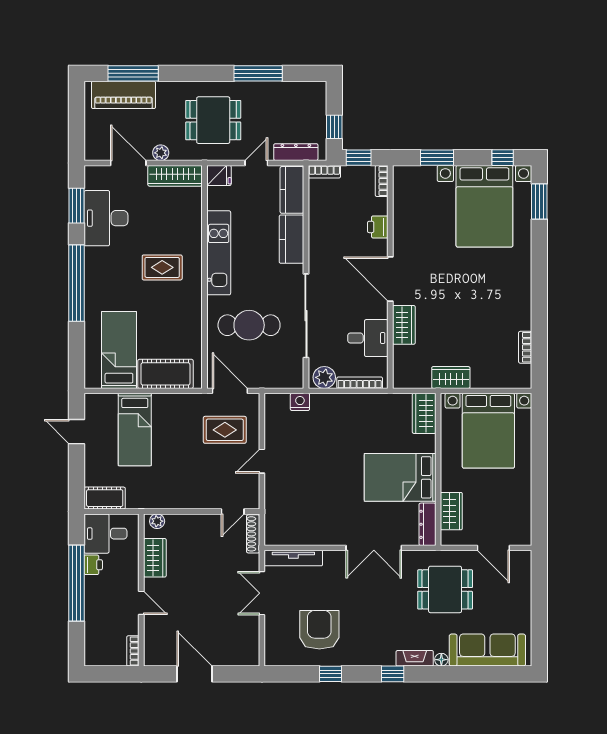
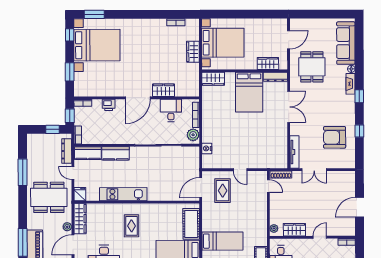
dining table: (213, 120) -> (49, 197), width x1.38
cafe table: (249, 325) -> (164, 177), removed
wardrobe: (451, 378) -> (193, 52), moved

